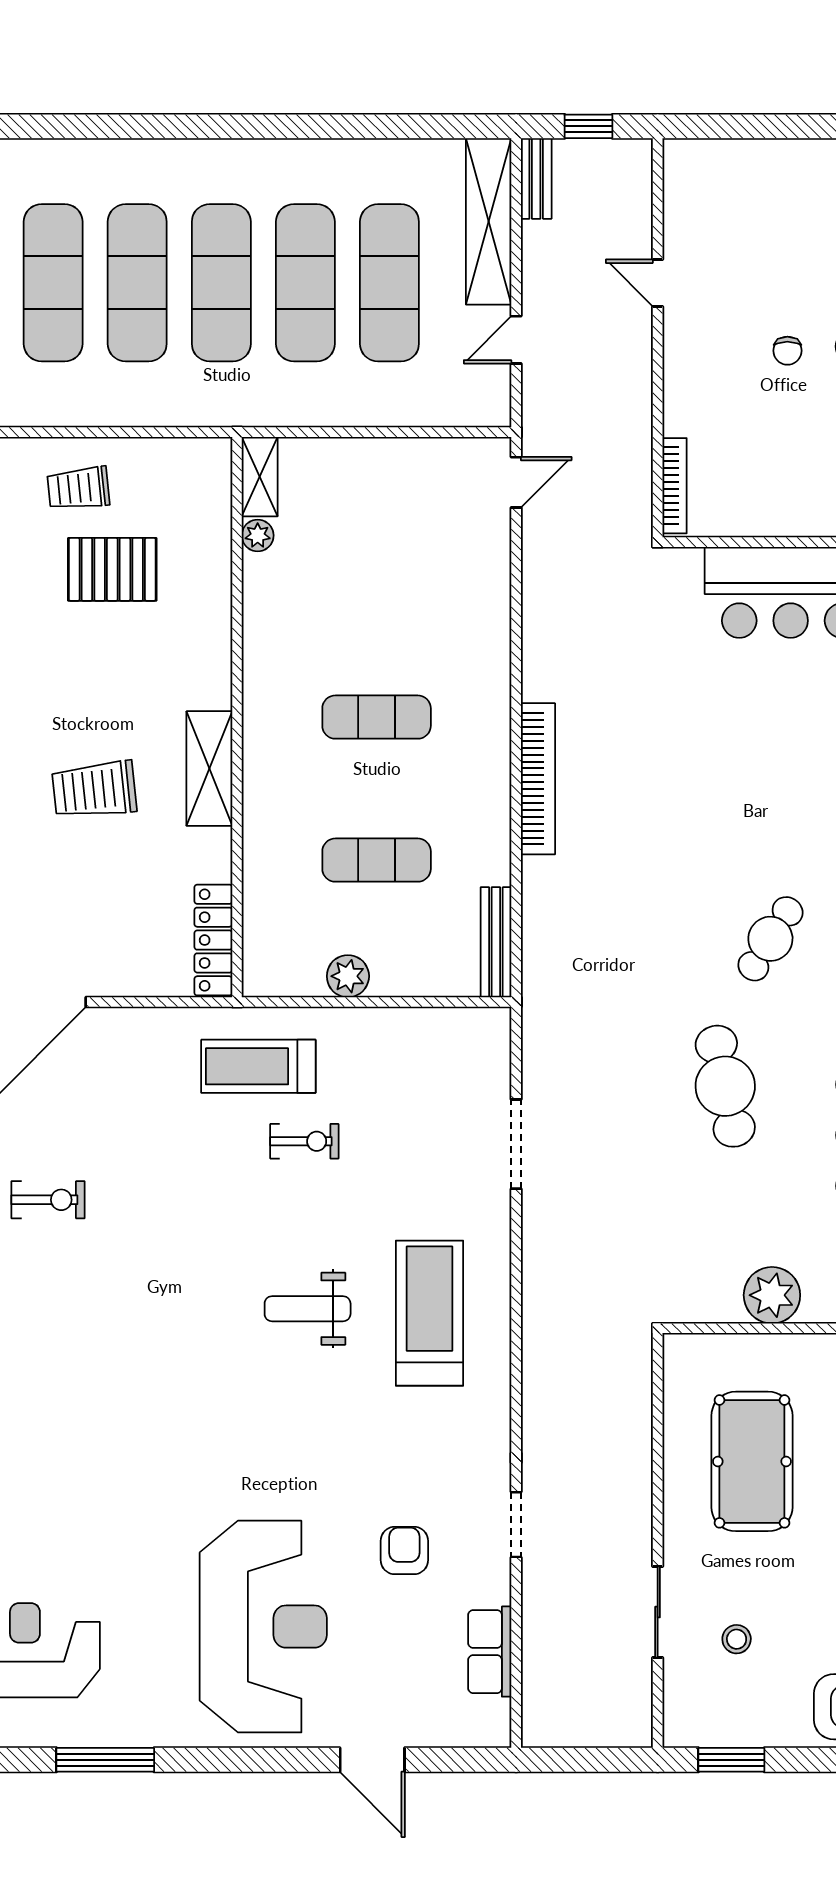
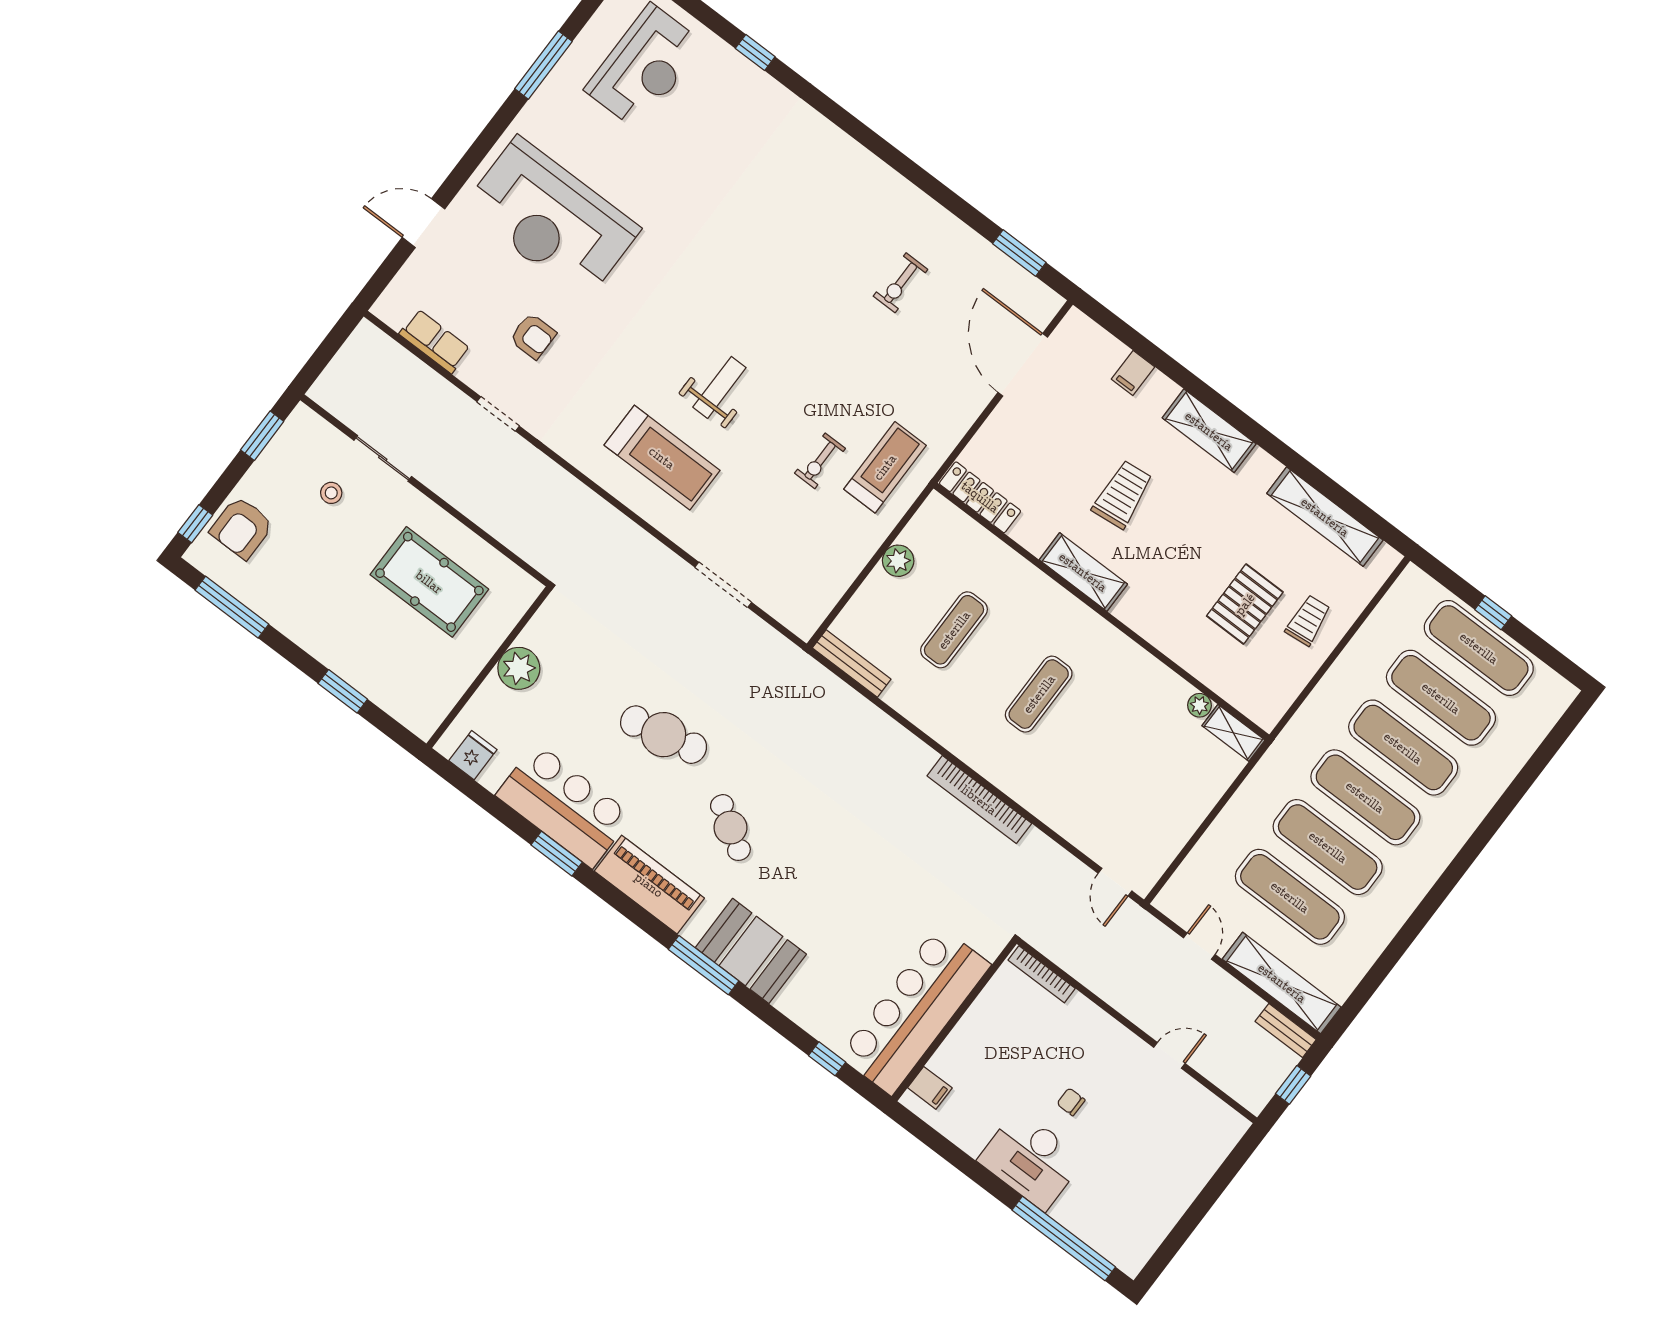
bookcase: (538, 779) -> (979, 800), moved

